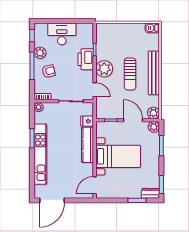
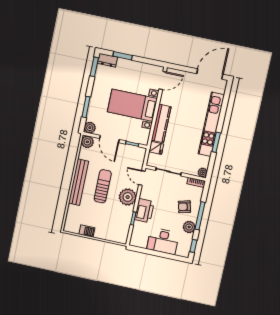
barbecue: (152, 28) -> (87, 231), moved

